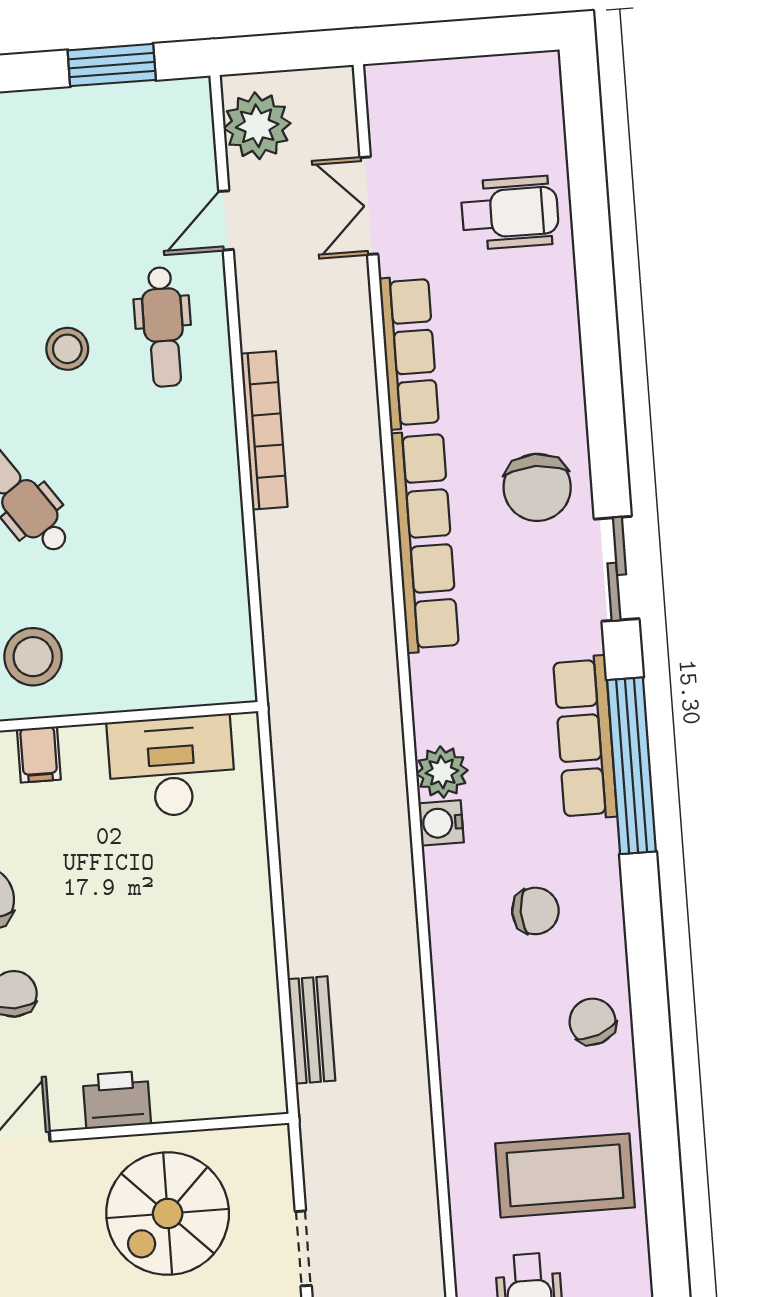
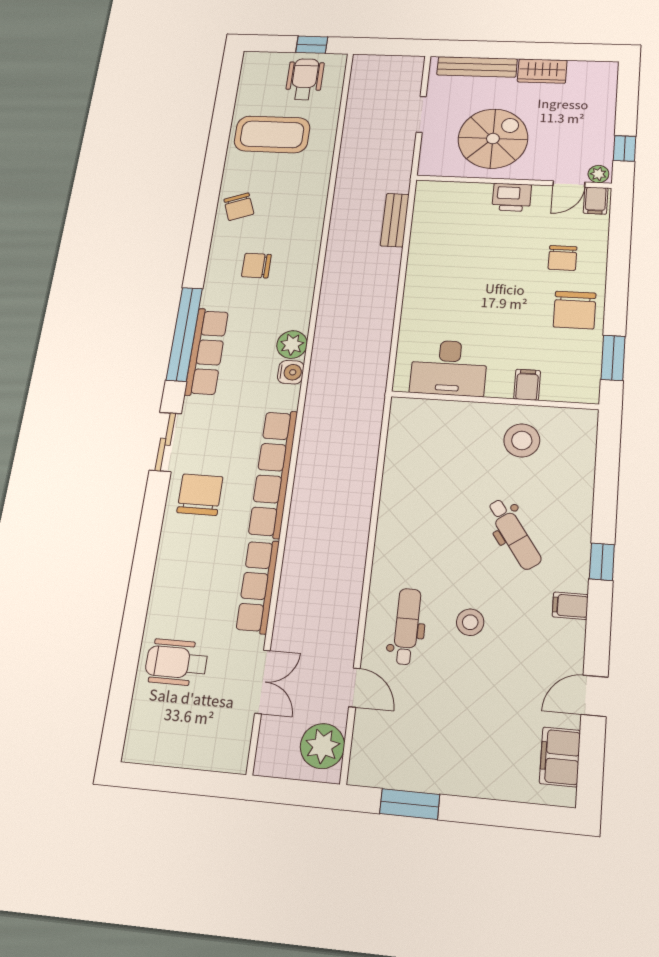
door: (226, 220) -> (354, 688), hinge flipped
bookcase: (264, 430) -> (356, 553), removed
water cooler: (441, 823) -> (291, 372), moved

